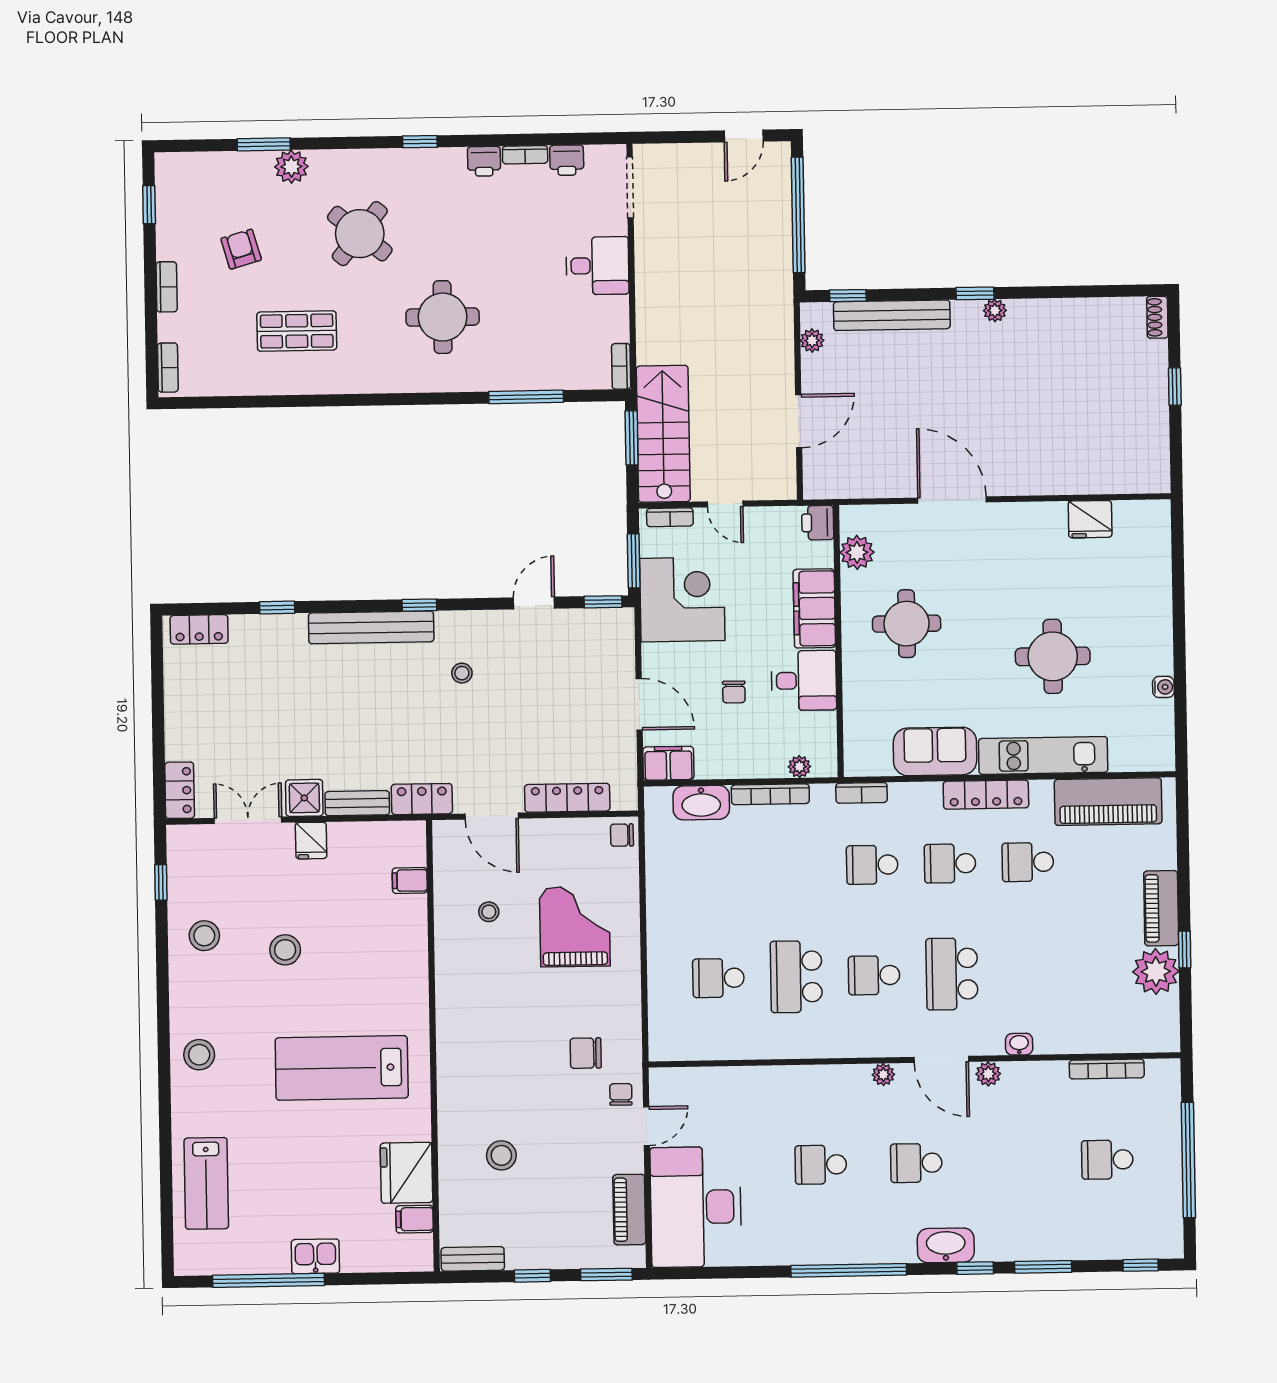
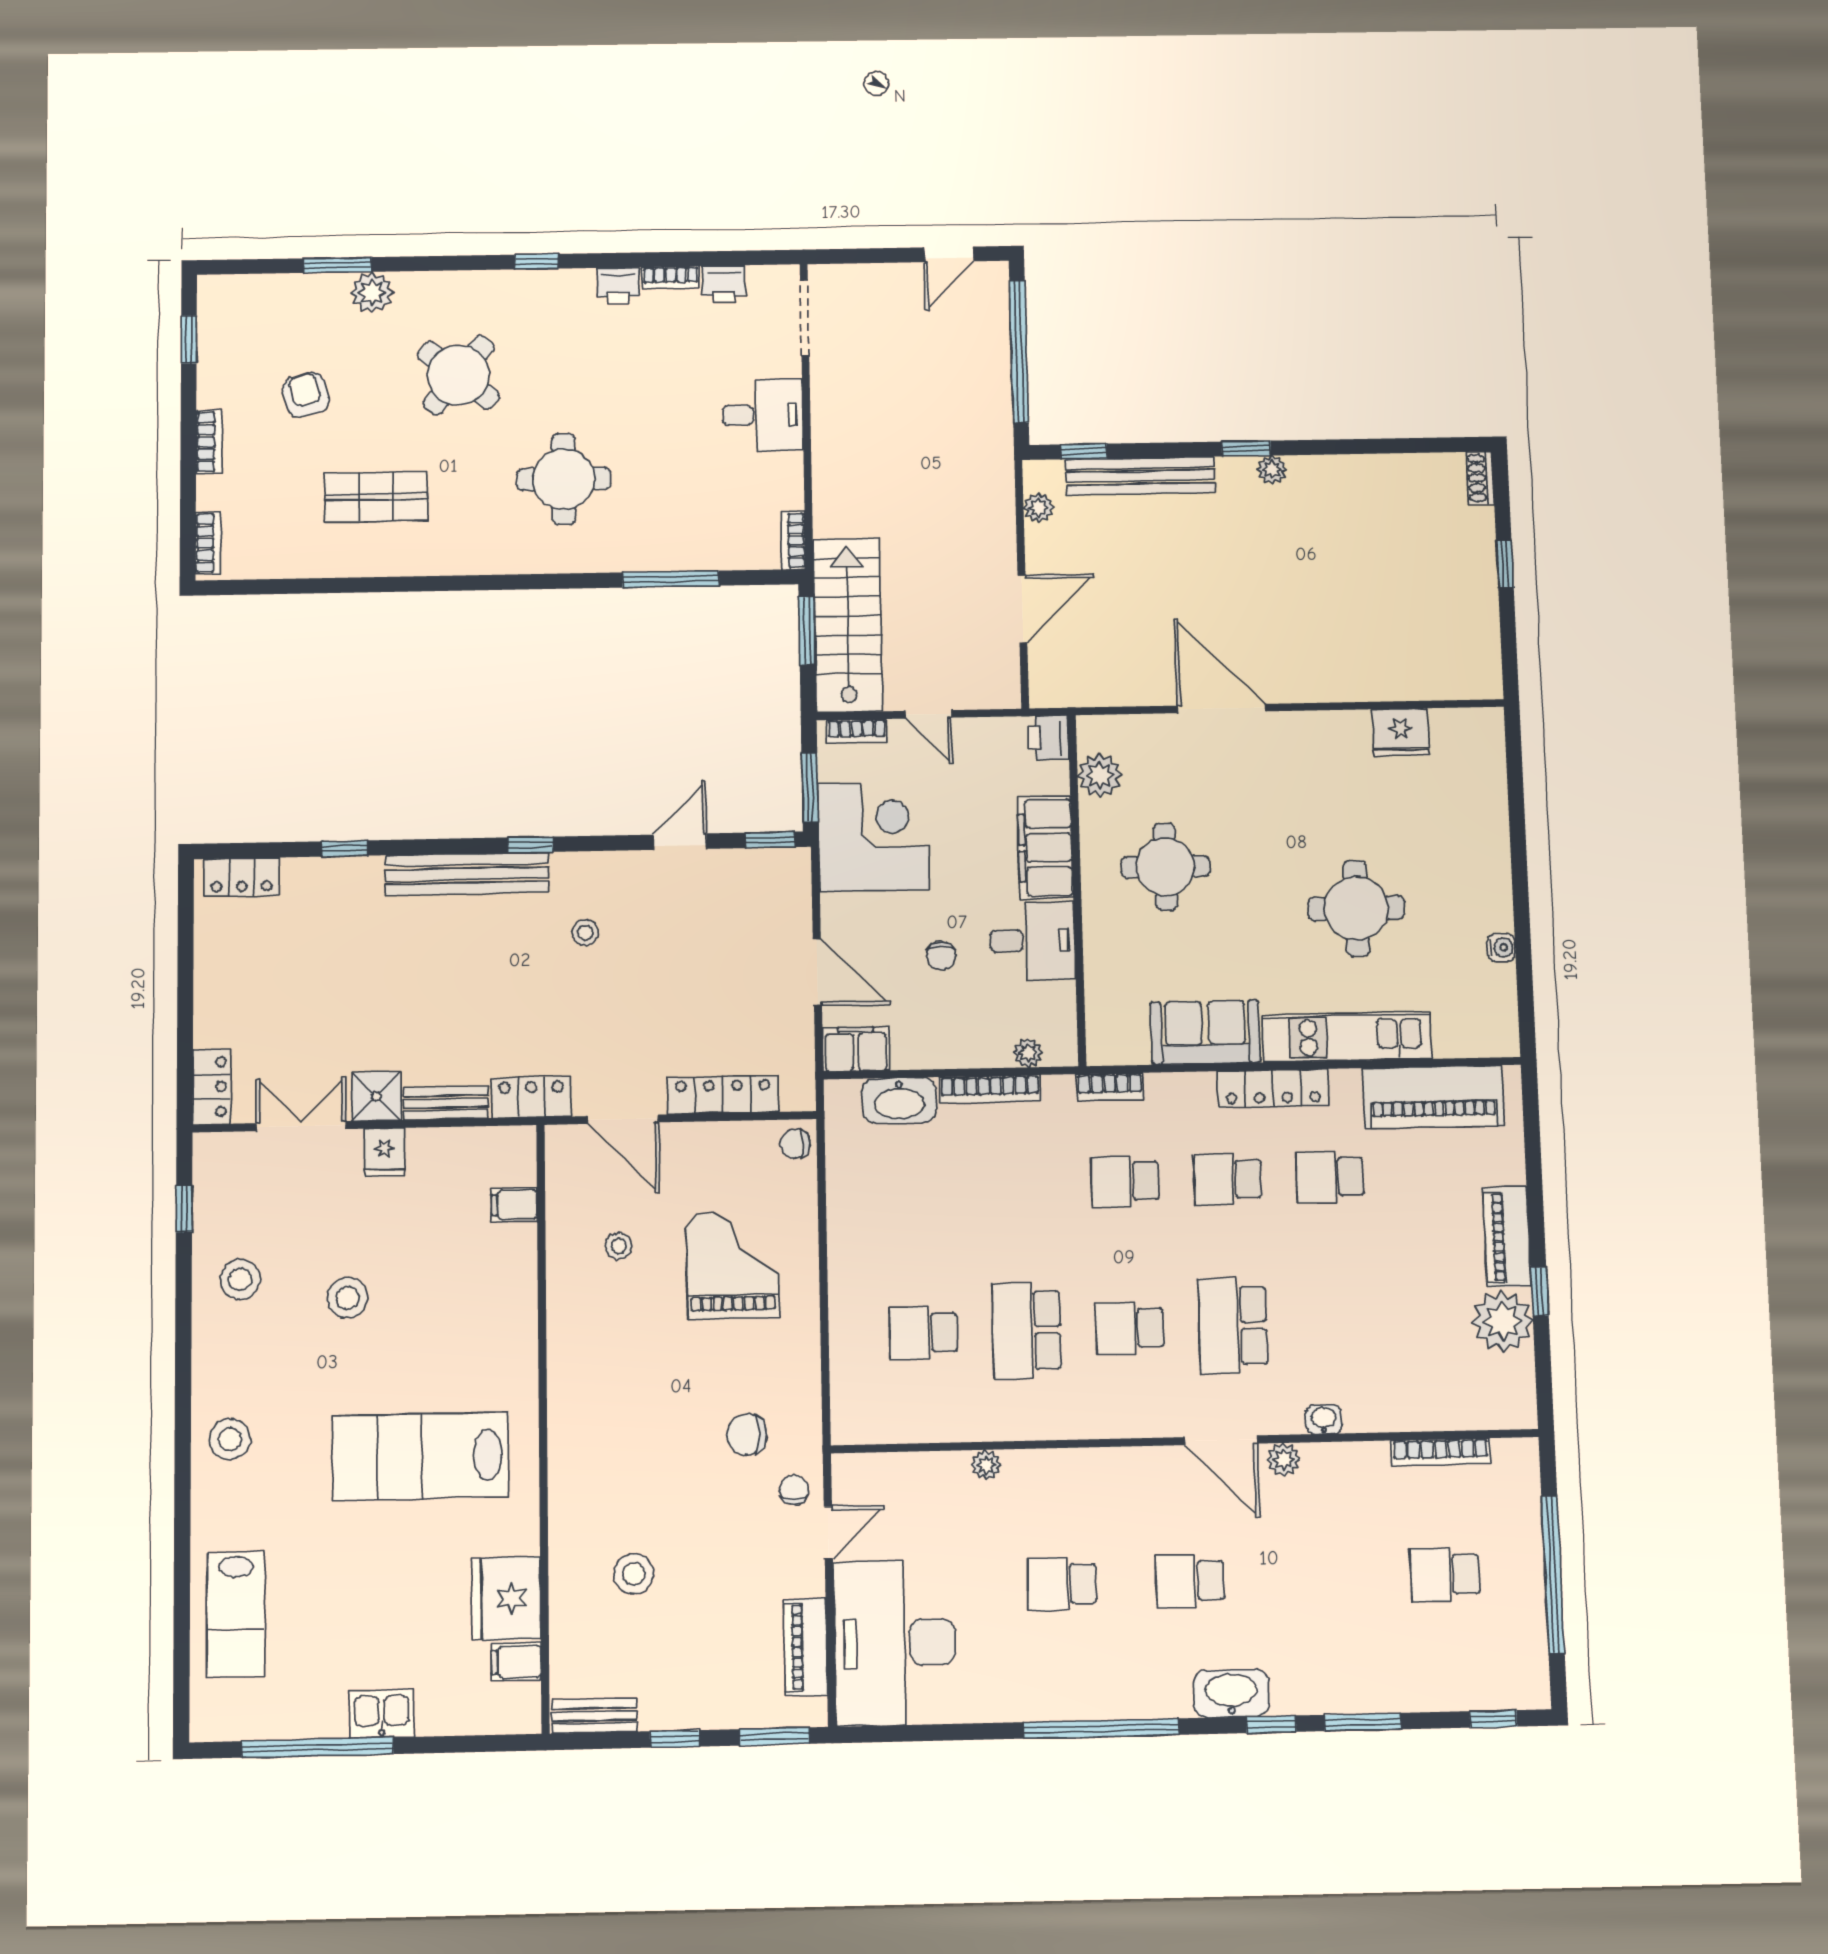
plant: (883, 1075) -> (986, 1465), moved

